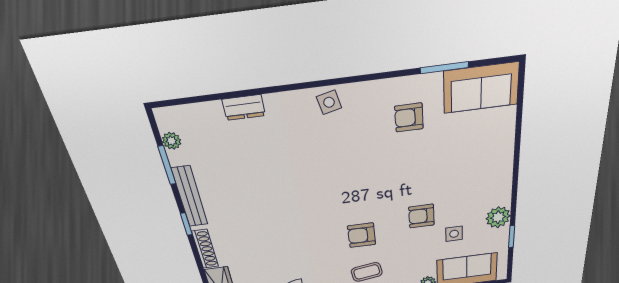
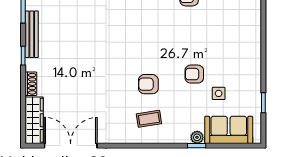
plant: (498, 217) -> (252, 84), removed
shoe rack: (205, 249) -> (31, 84), width x0.70

